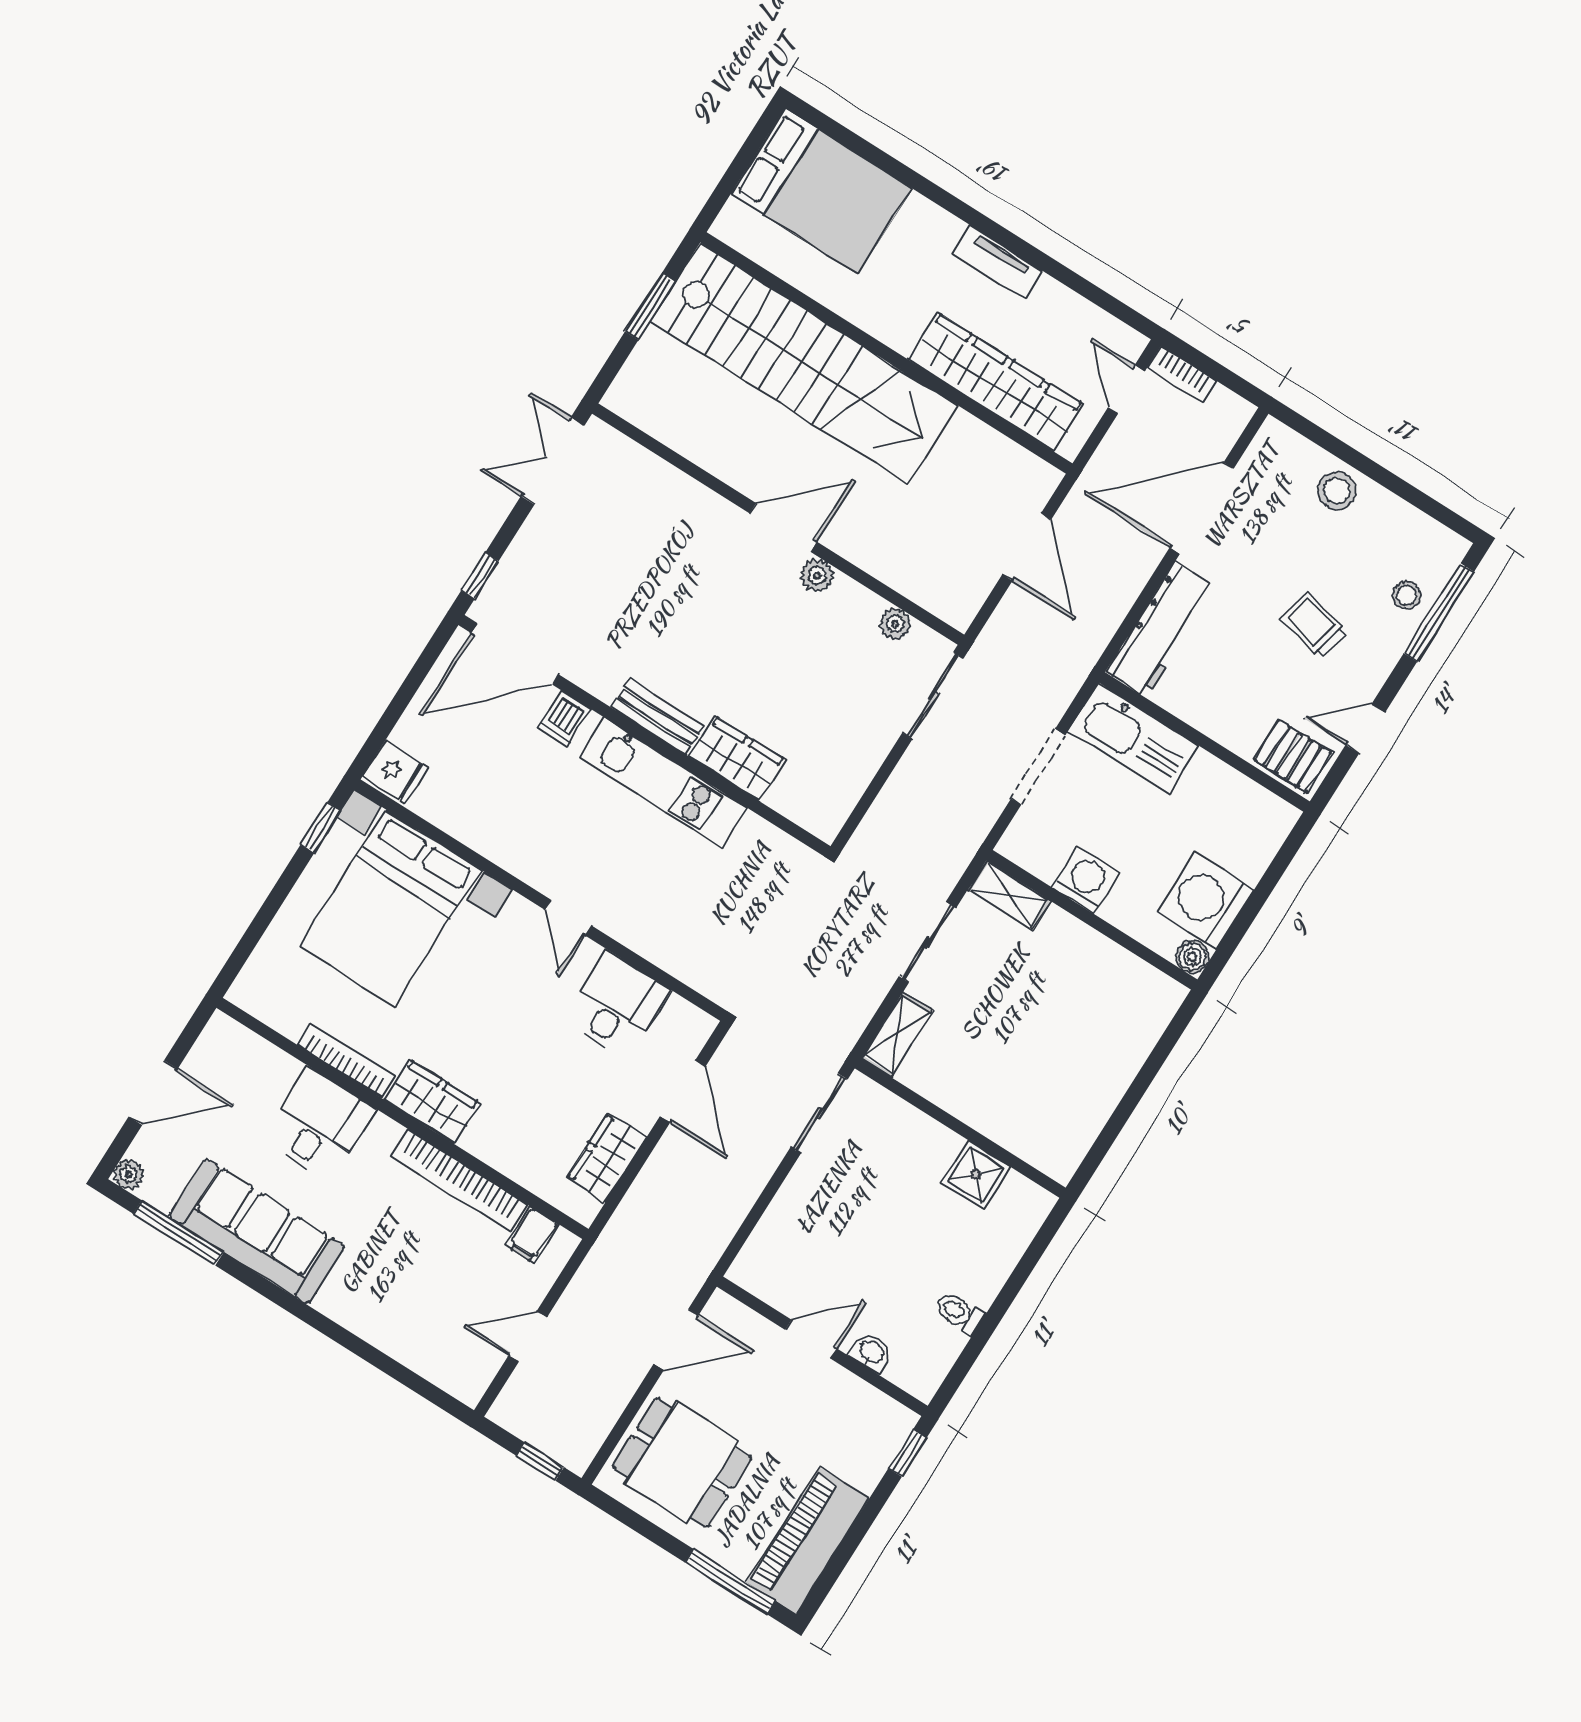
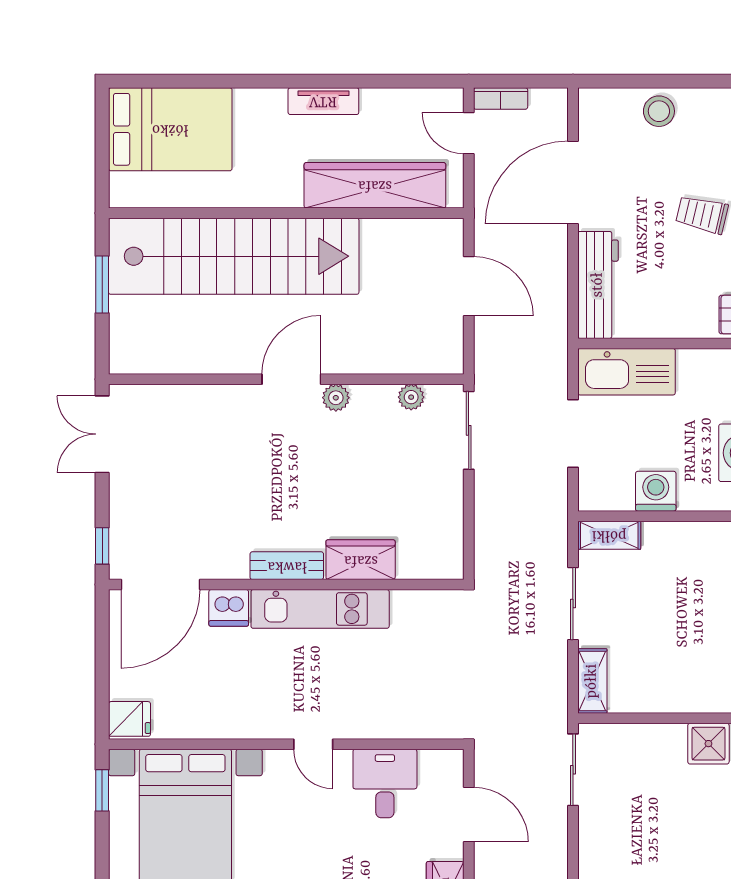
dishwasher: (564, 719) -> (229, 608), width x1.38

